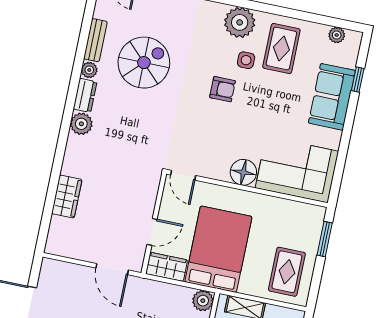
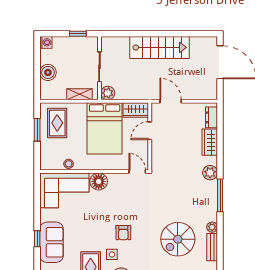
window: (358, 79) -> (37, 239), moved
armchair: (223, 89) -> (123, 233), turned -90
dresser: (85, 95) -> (212, 117), moved
window: (68, 115) -> (220, 195), added
plant: (81, 124) -> (210, 173), moved
stool: (283, 208) -> (69, 164), added
window: (325, 239) -> (37, 130), moved

